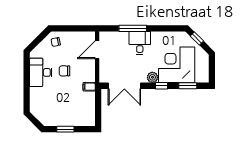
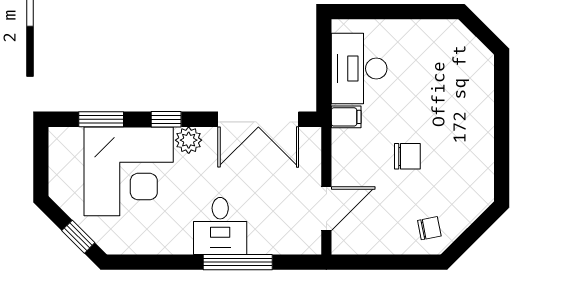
desk: (41, 72) -> (359, 69), moved, turned 180
double door: (124, 86) -> (258, 119), swing flipped
window: (65, 129) -> (405, 12), removed

